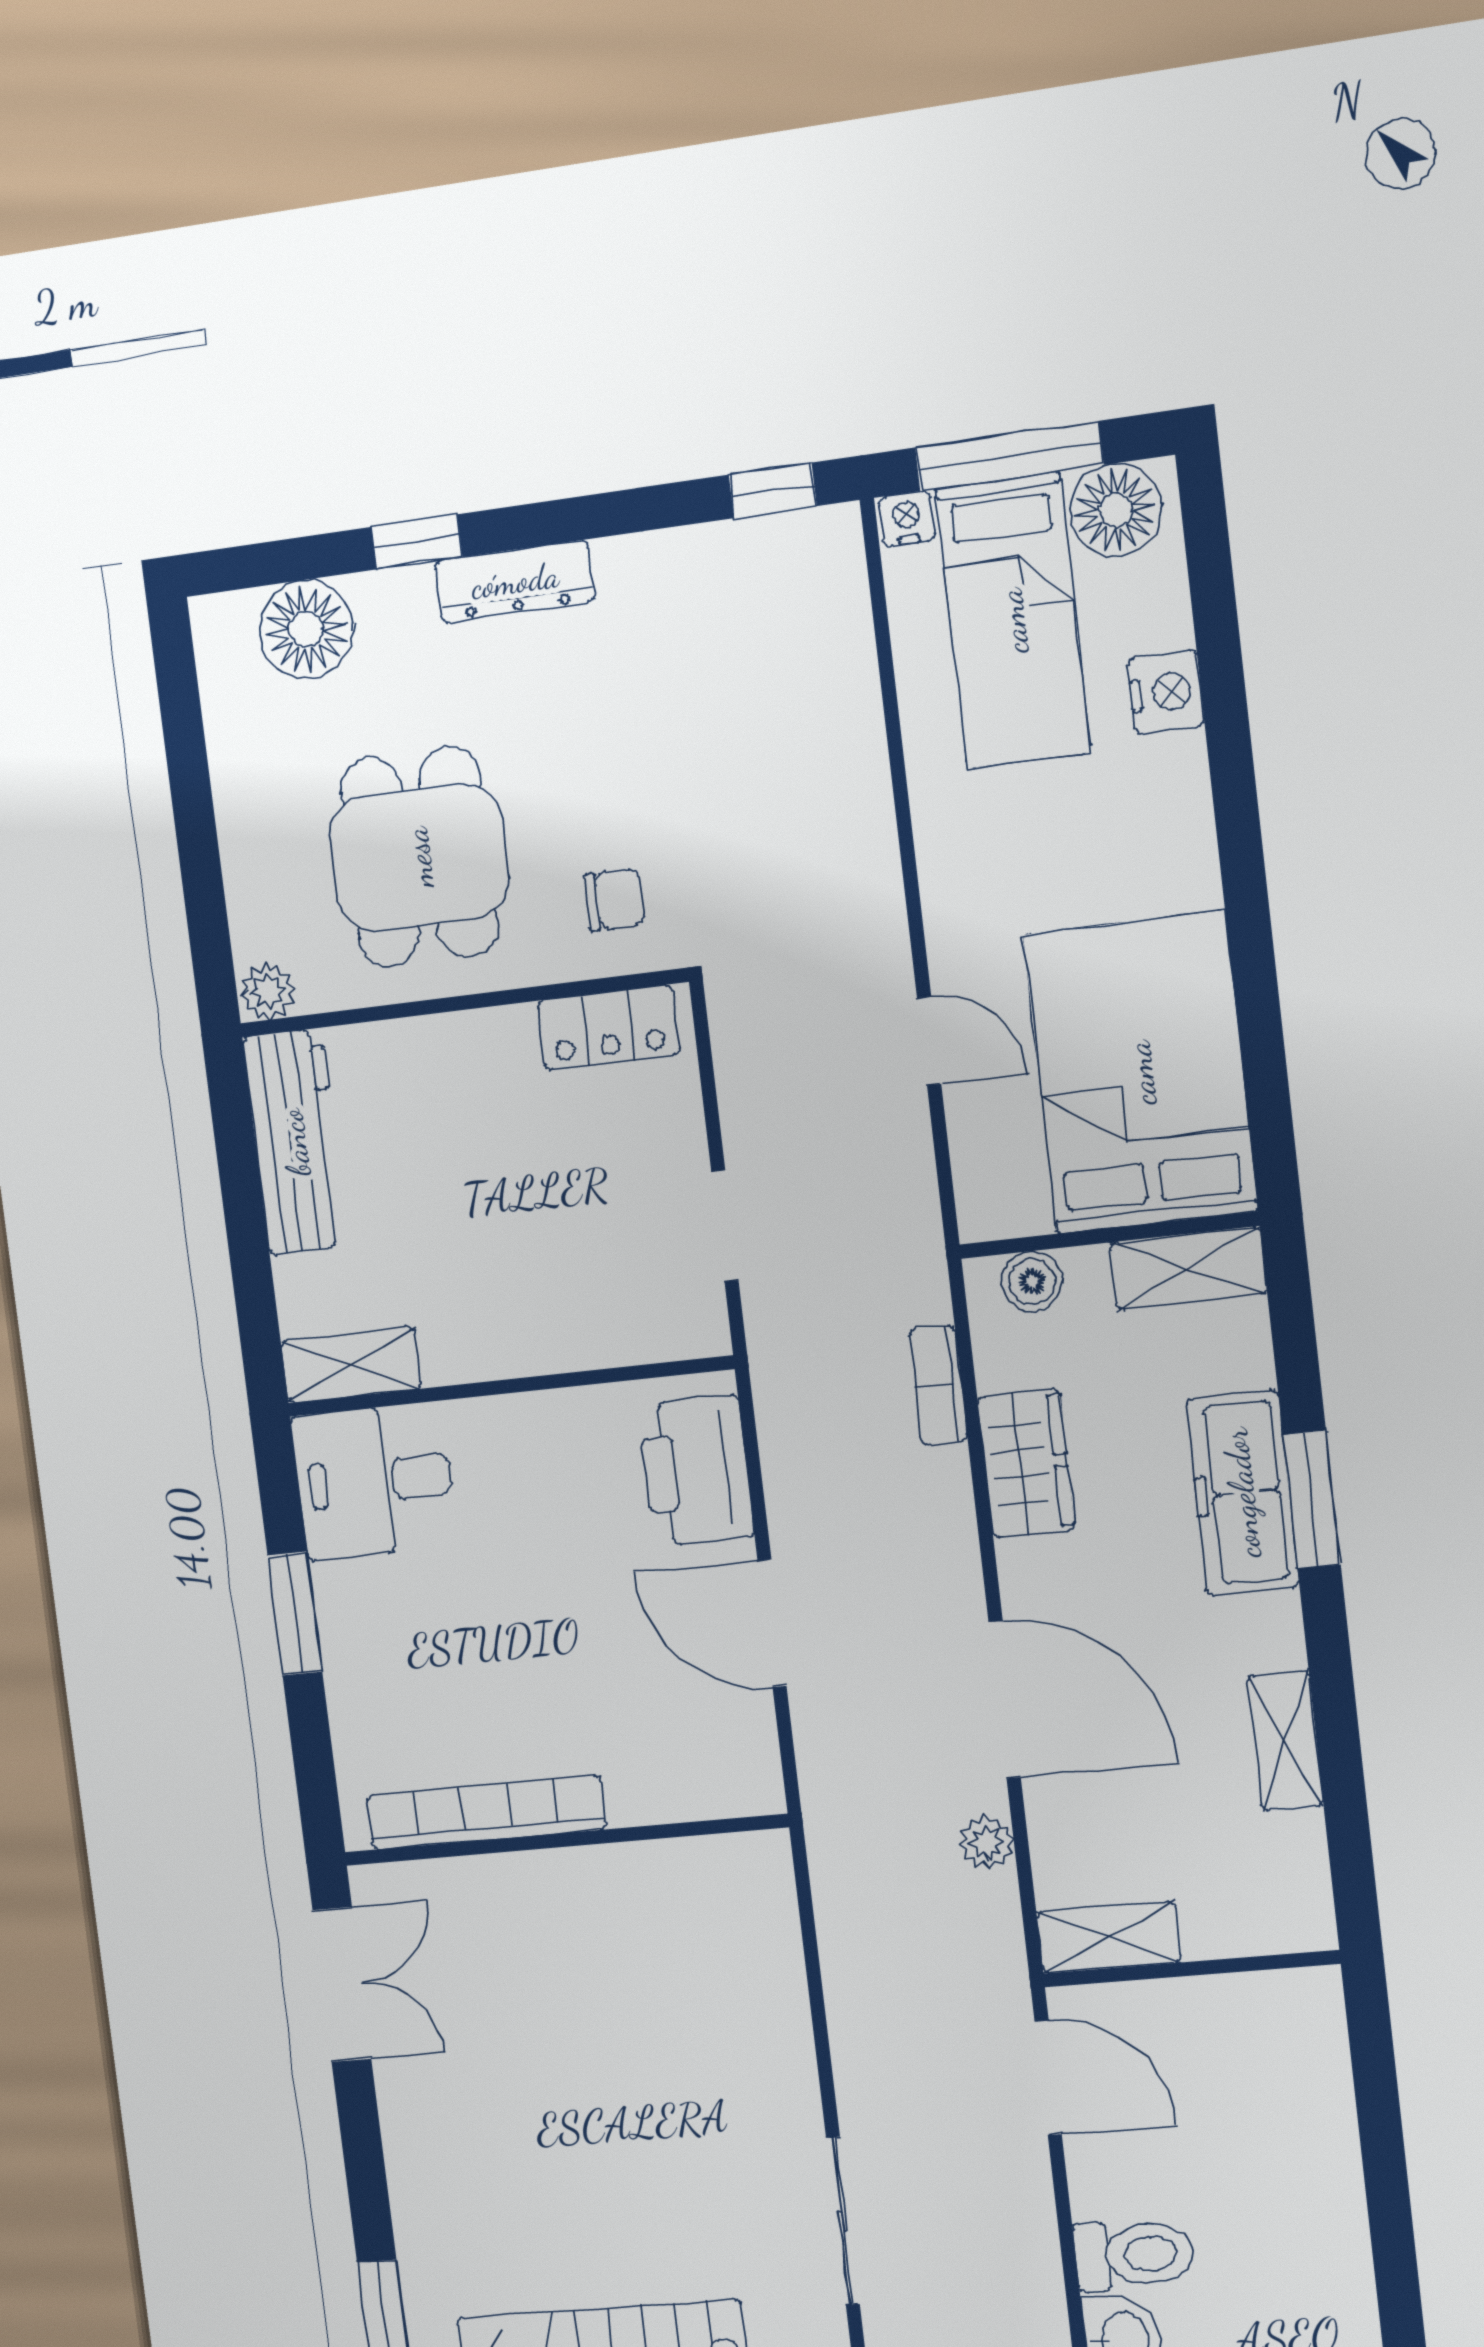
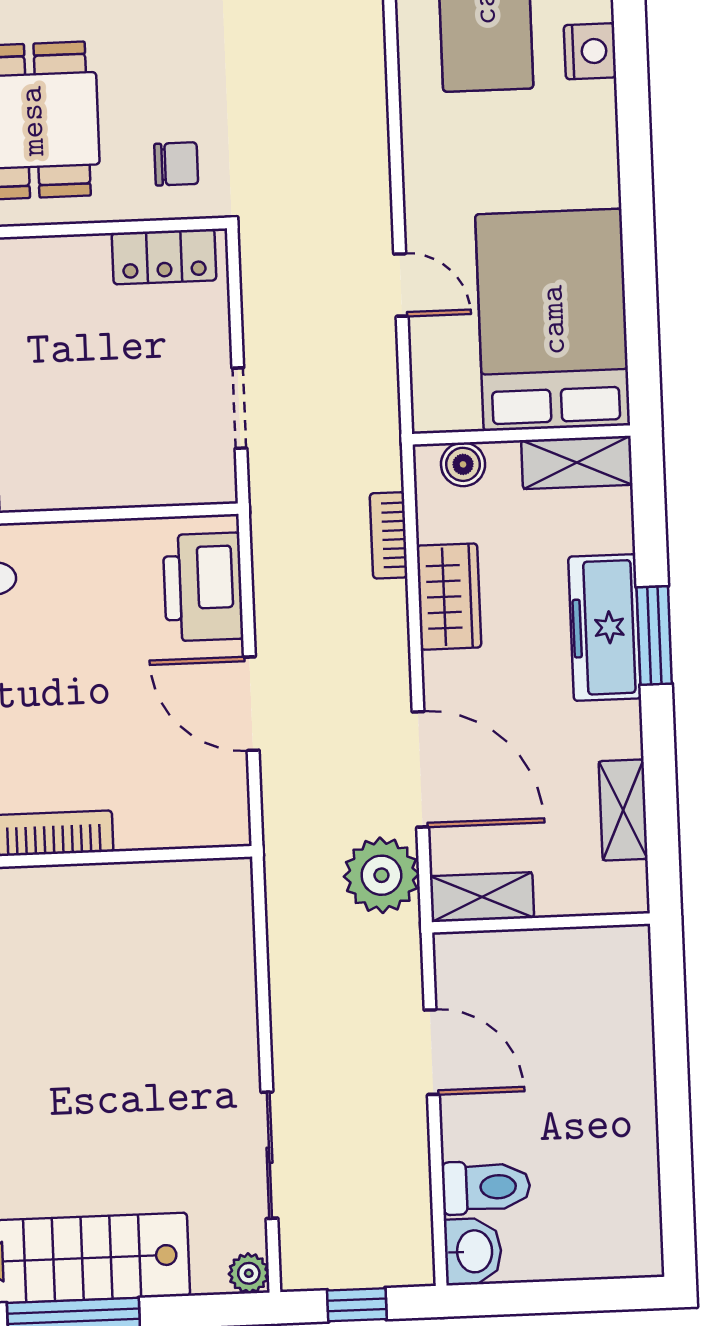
plant: (987, 1842) -> (381, 875), width x1.88, depth x1.88
shelving: (1109, 1937) -> (482, 897), moved
wall: (1191, 1969) -> (541, 923), moved

